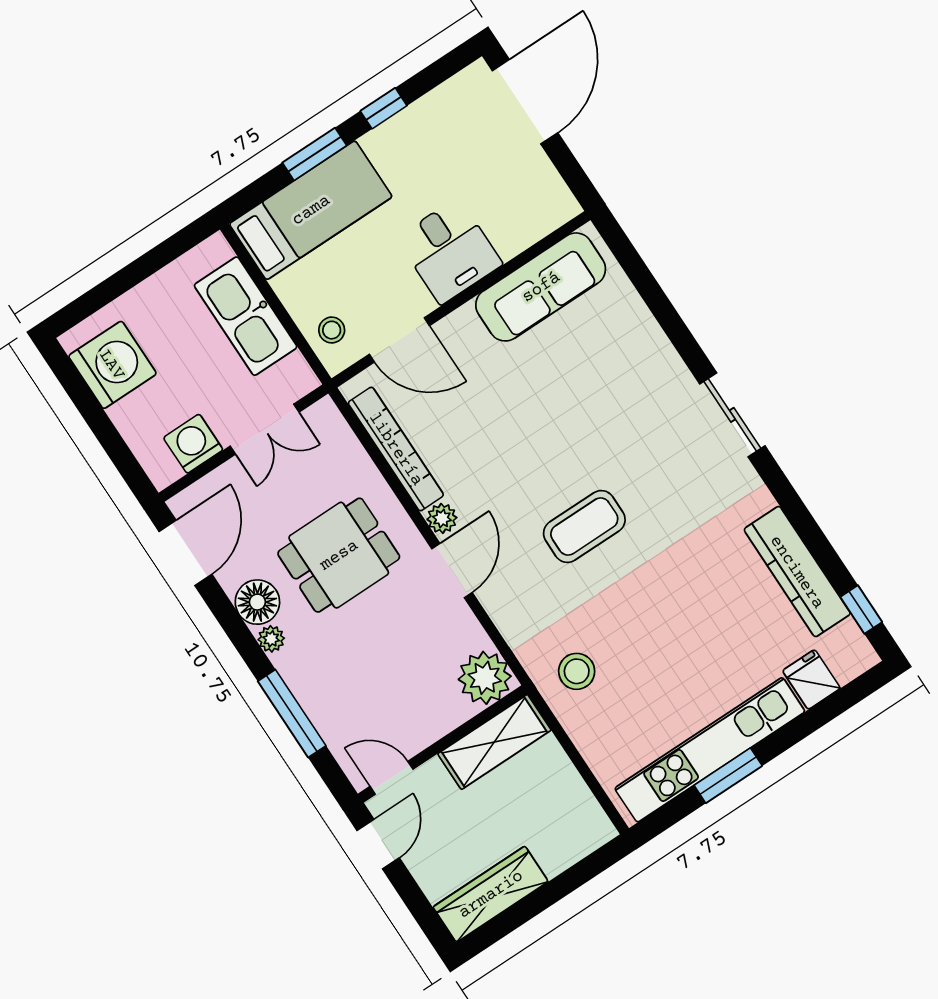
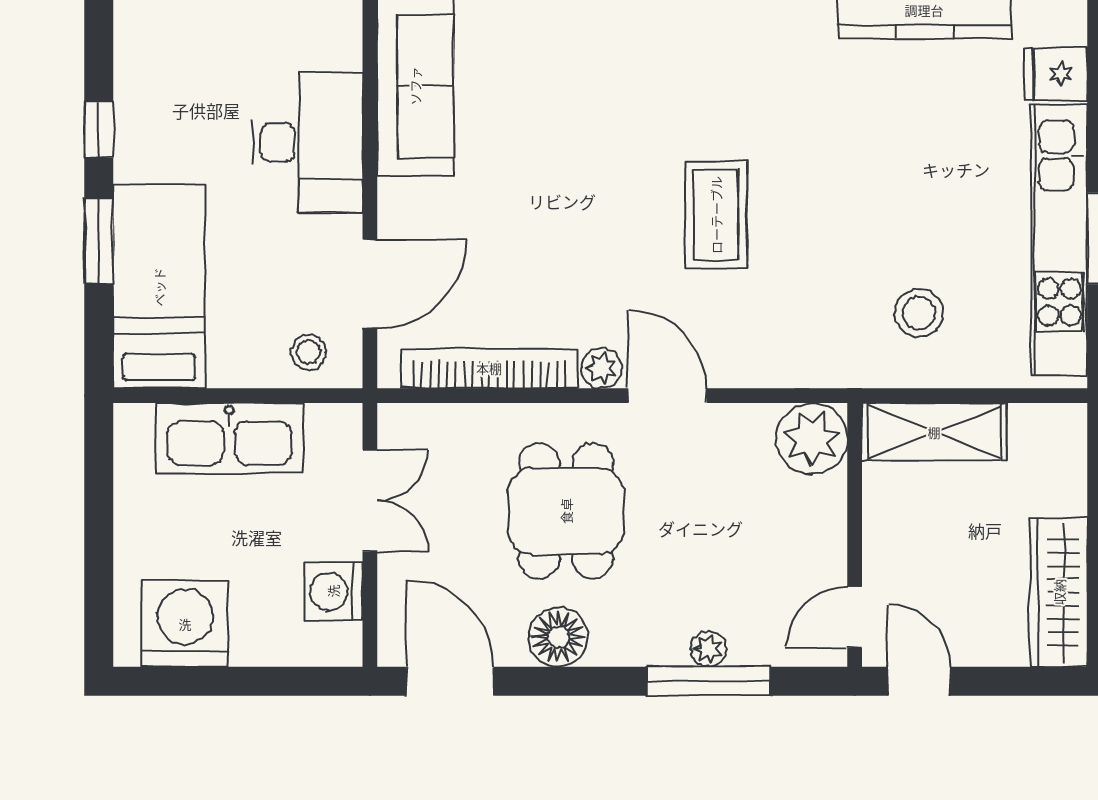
desk: (450, 251) -> (308, 142), width x1.37
plant: (271, 639) -> (708, 649), moved
stool: (577, 671) -> (919, 313), moved
shelving: (494, 742) -> (934, 432), moved, turned 90

